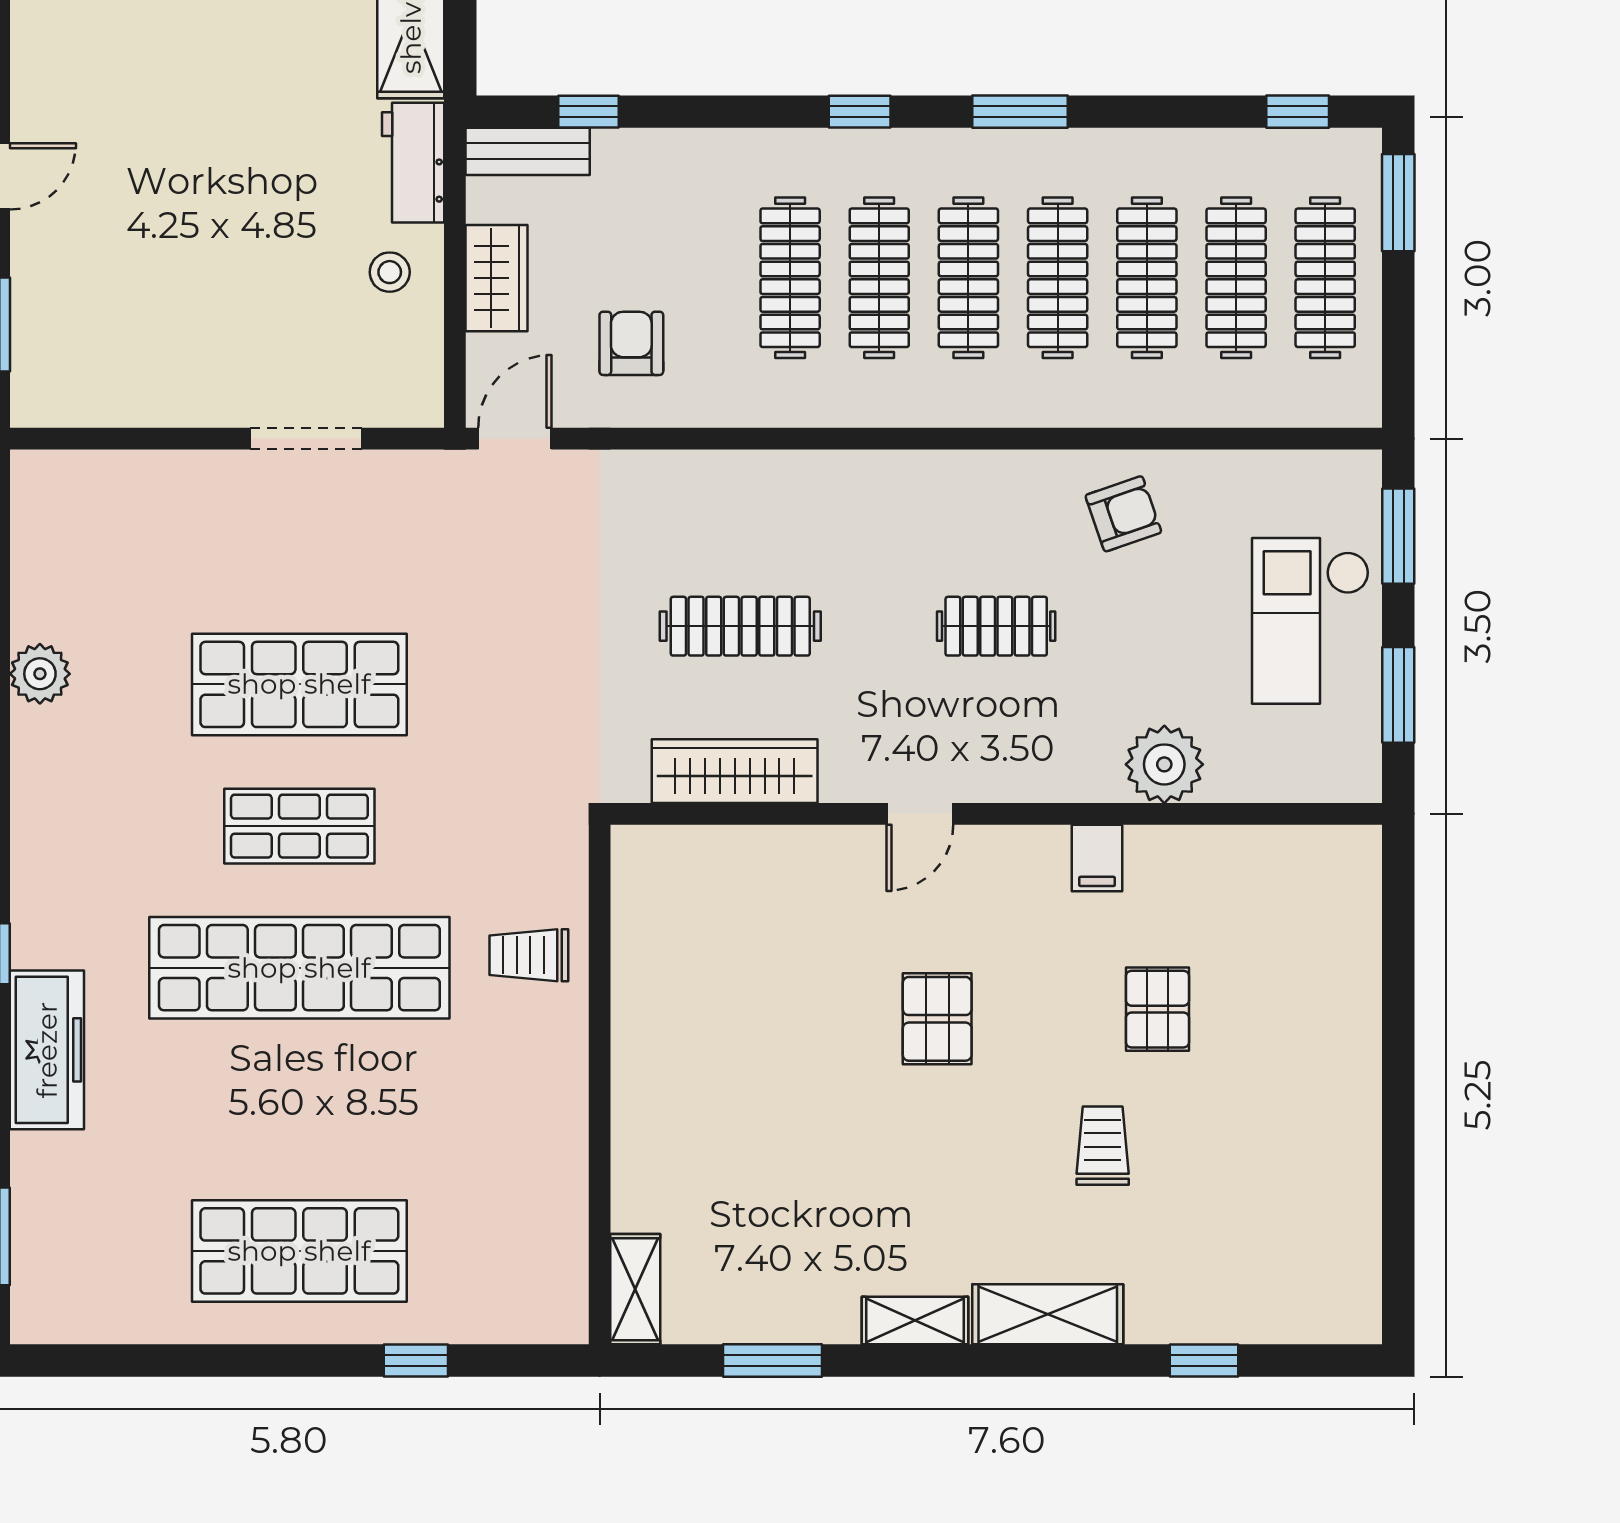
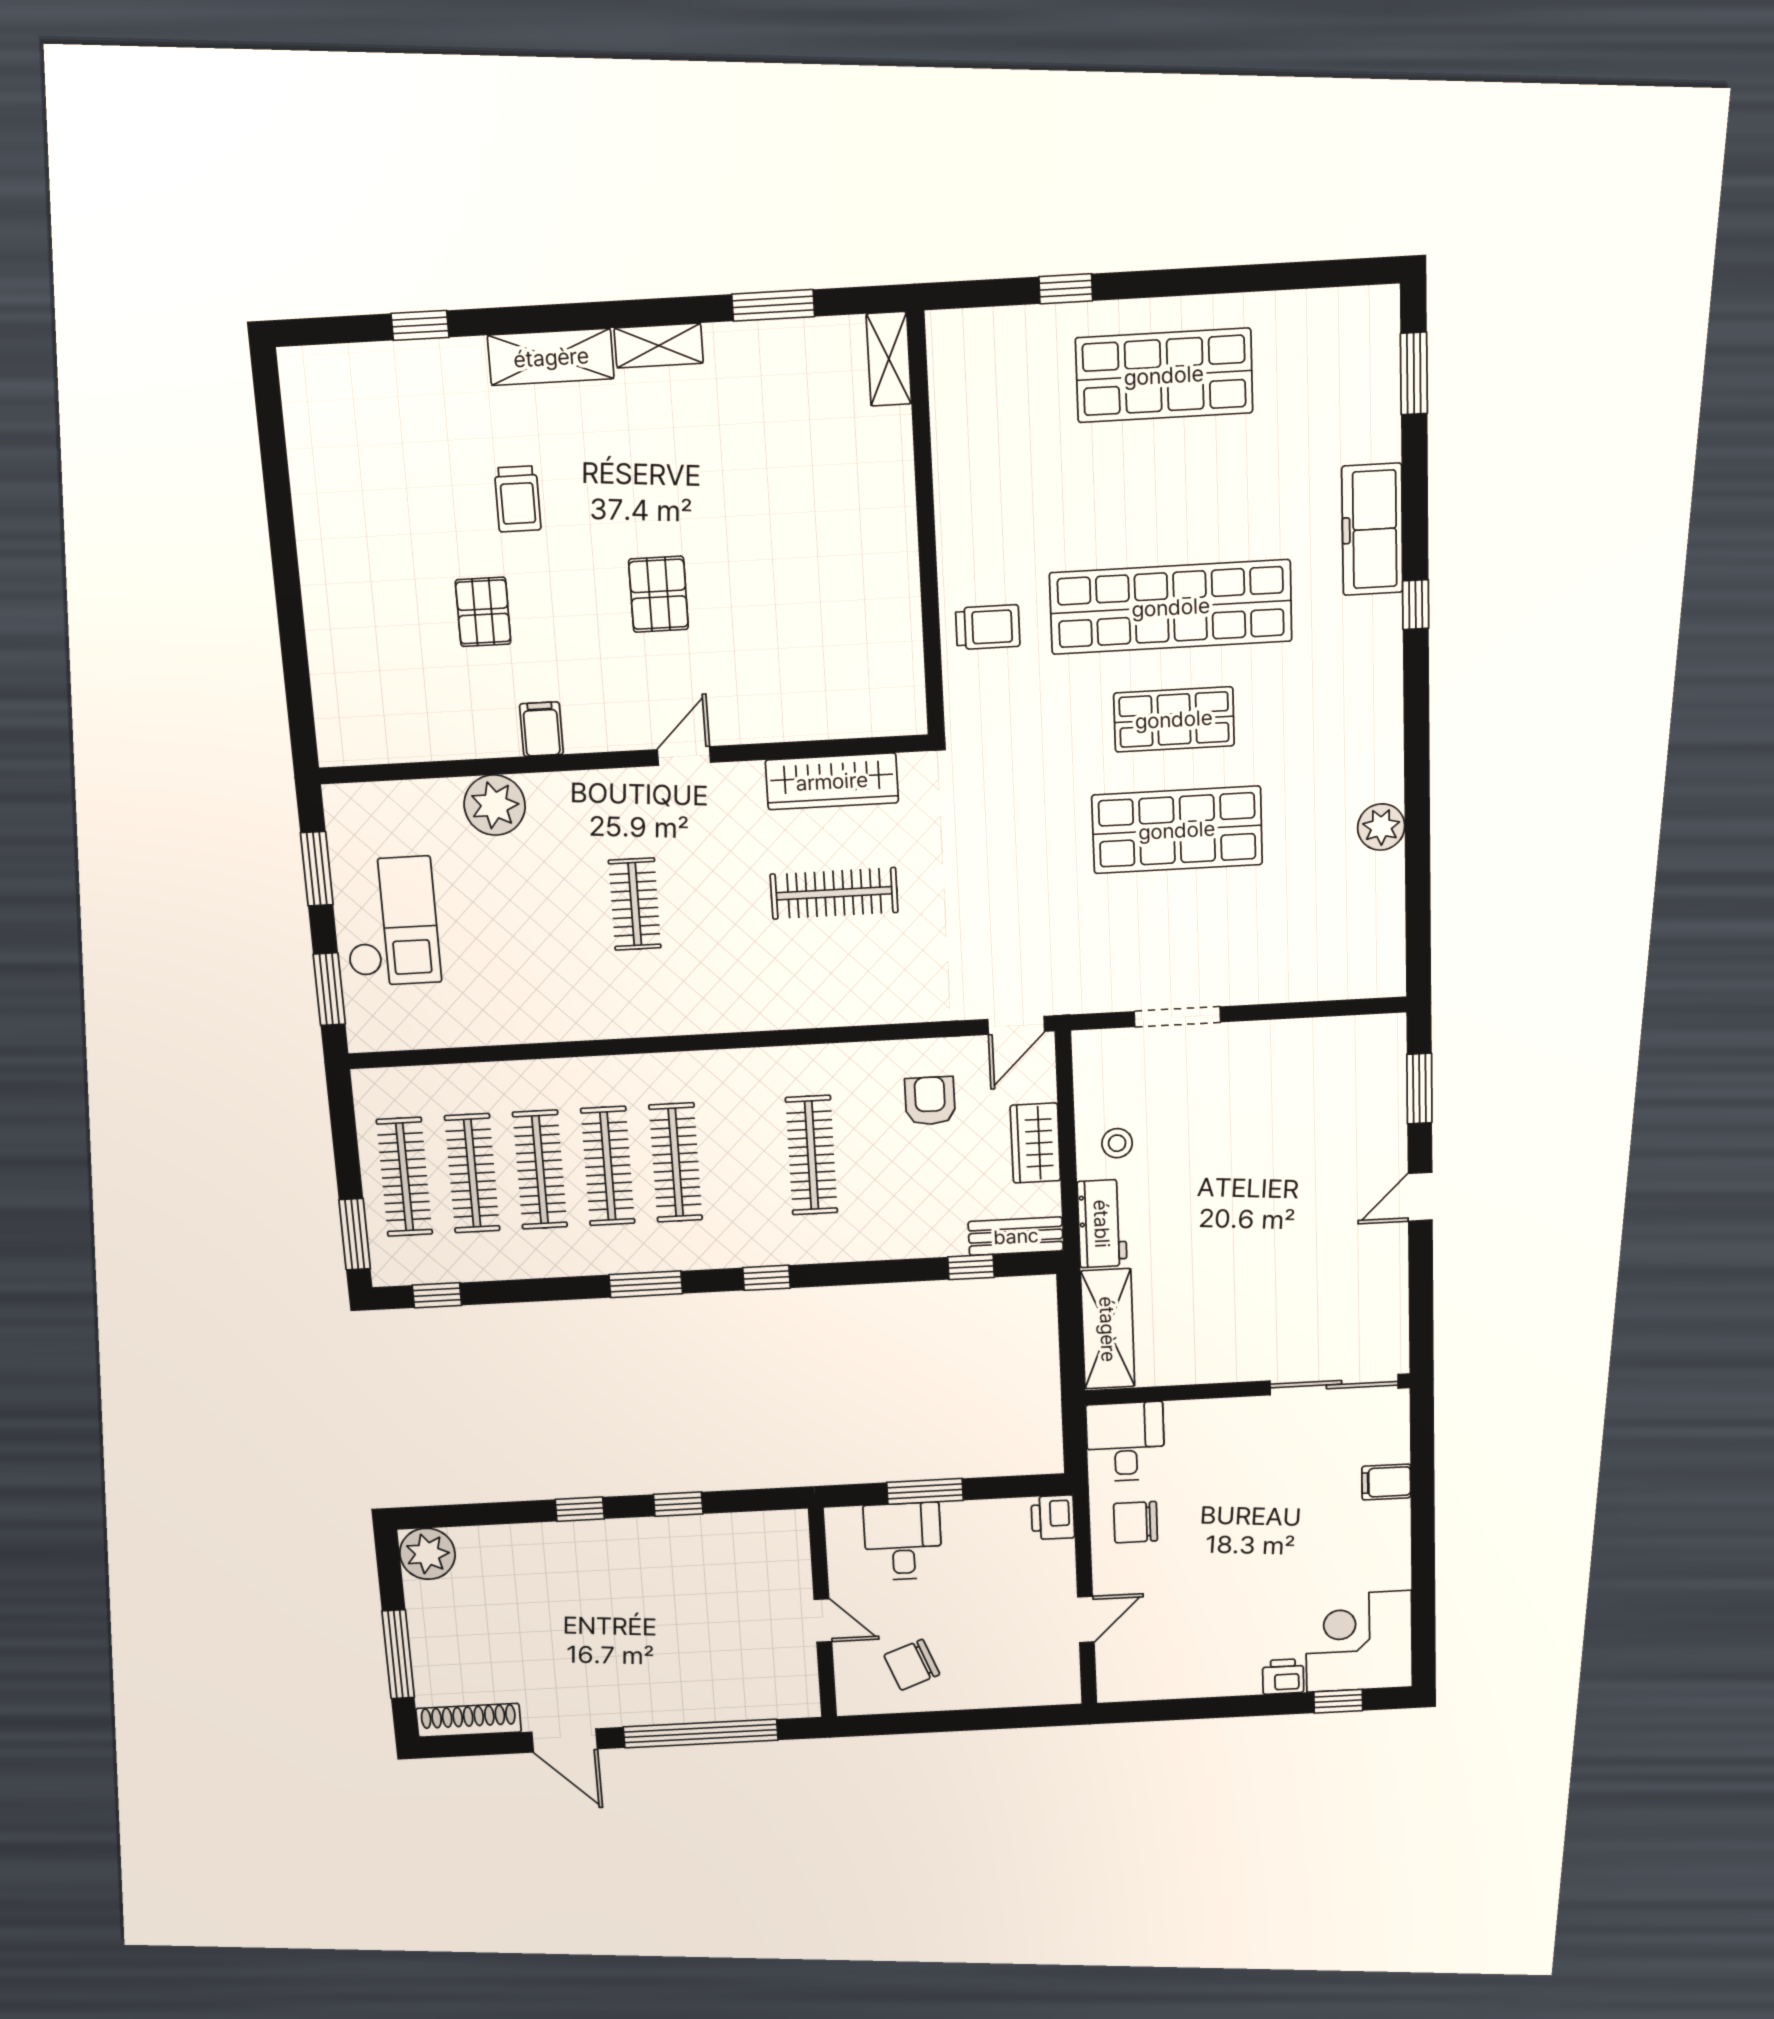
clothes rail: (879, 278) -> (744, 1159), removed
armchair: (631, 343) -> (930, 1101), turned 180
armchair: (1123, 514) -> (543, 994), removed
clothes rail: (996, 626) -> (635, 904), turned 90

